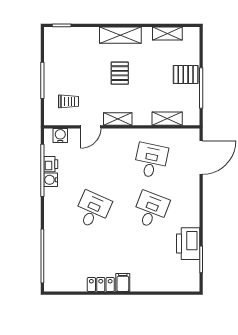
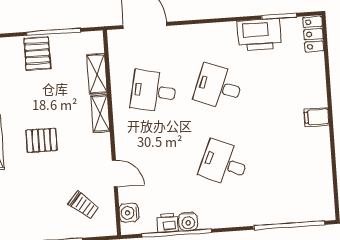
trolley: (68, 101) -> (83, 205), turned 130
shelving: (118, 119) -> (100, 114), moved
locker: (101, 284) -> (313, 34), moved

